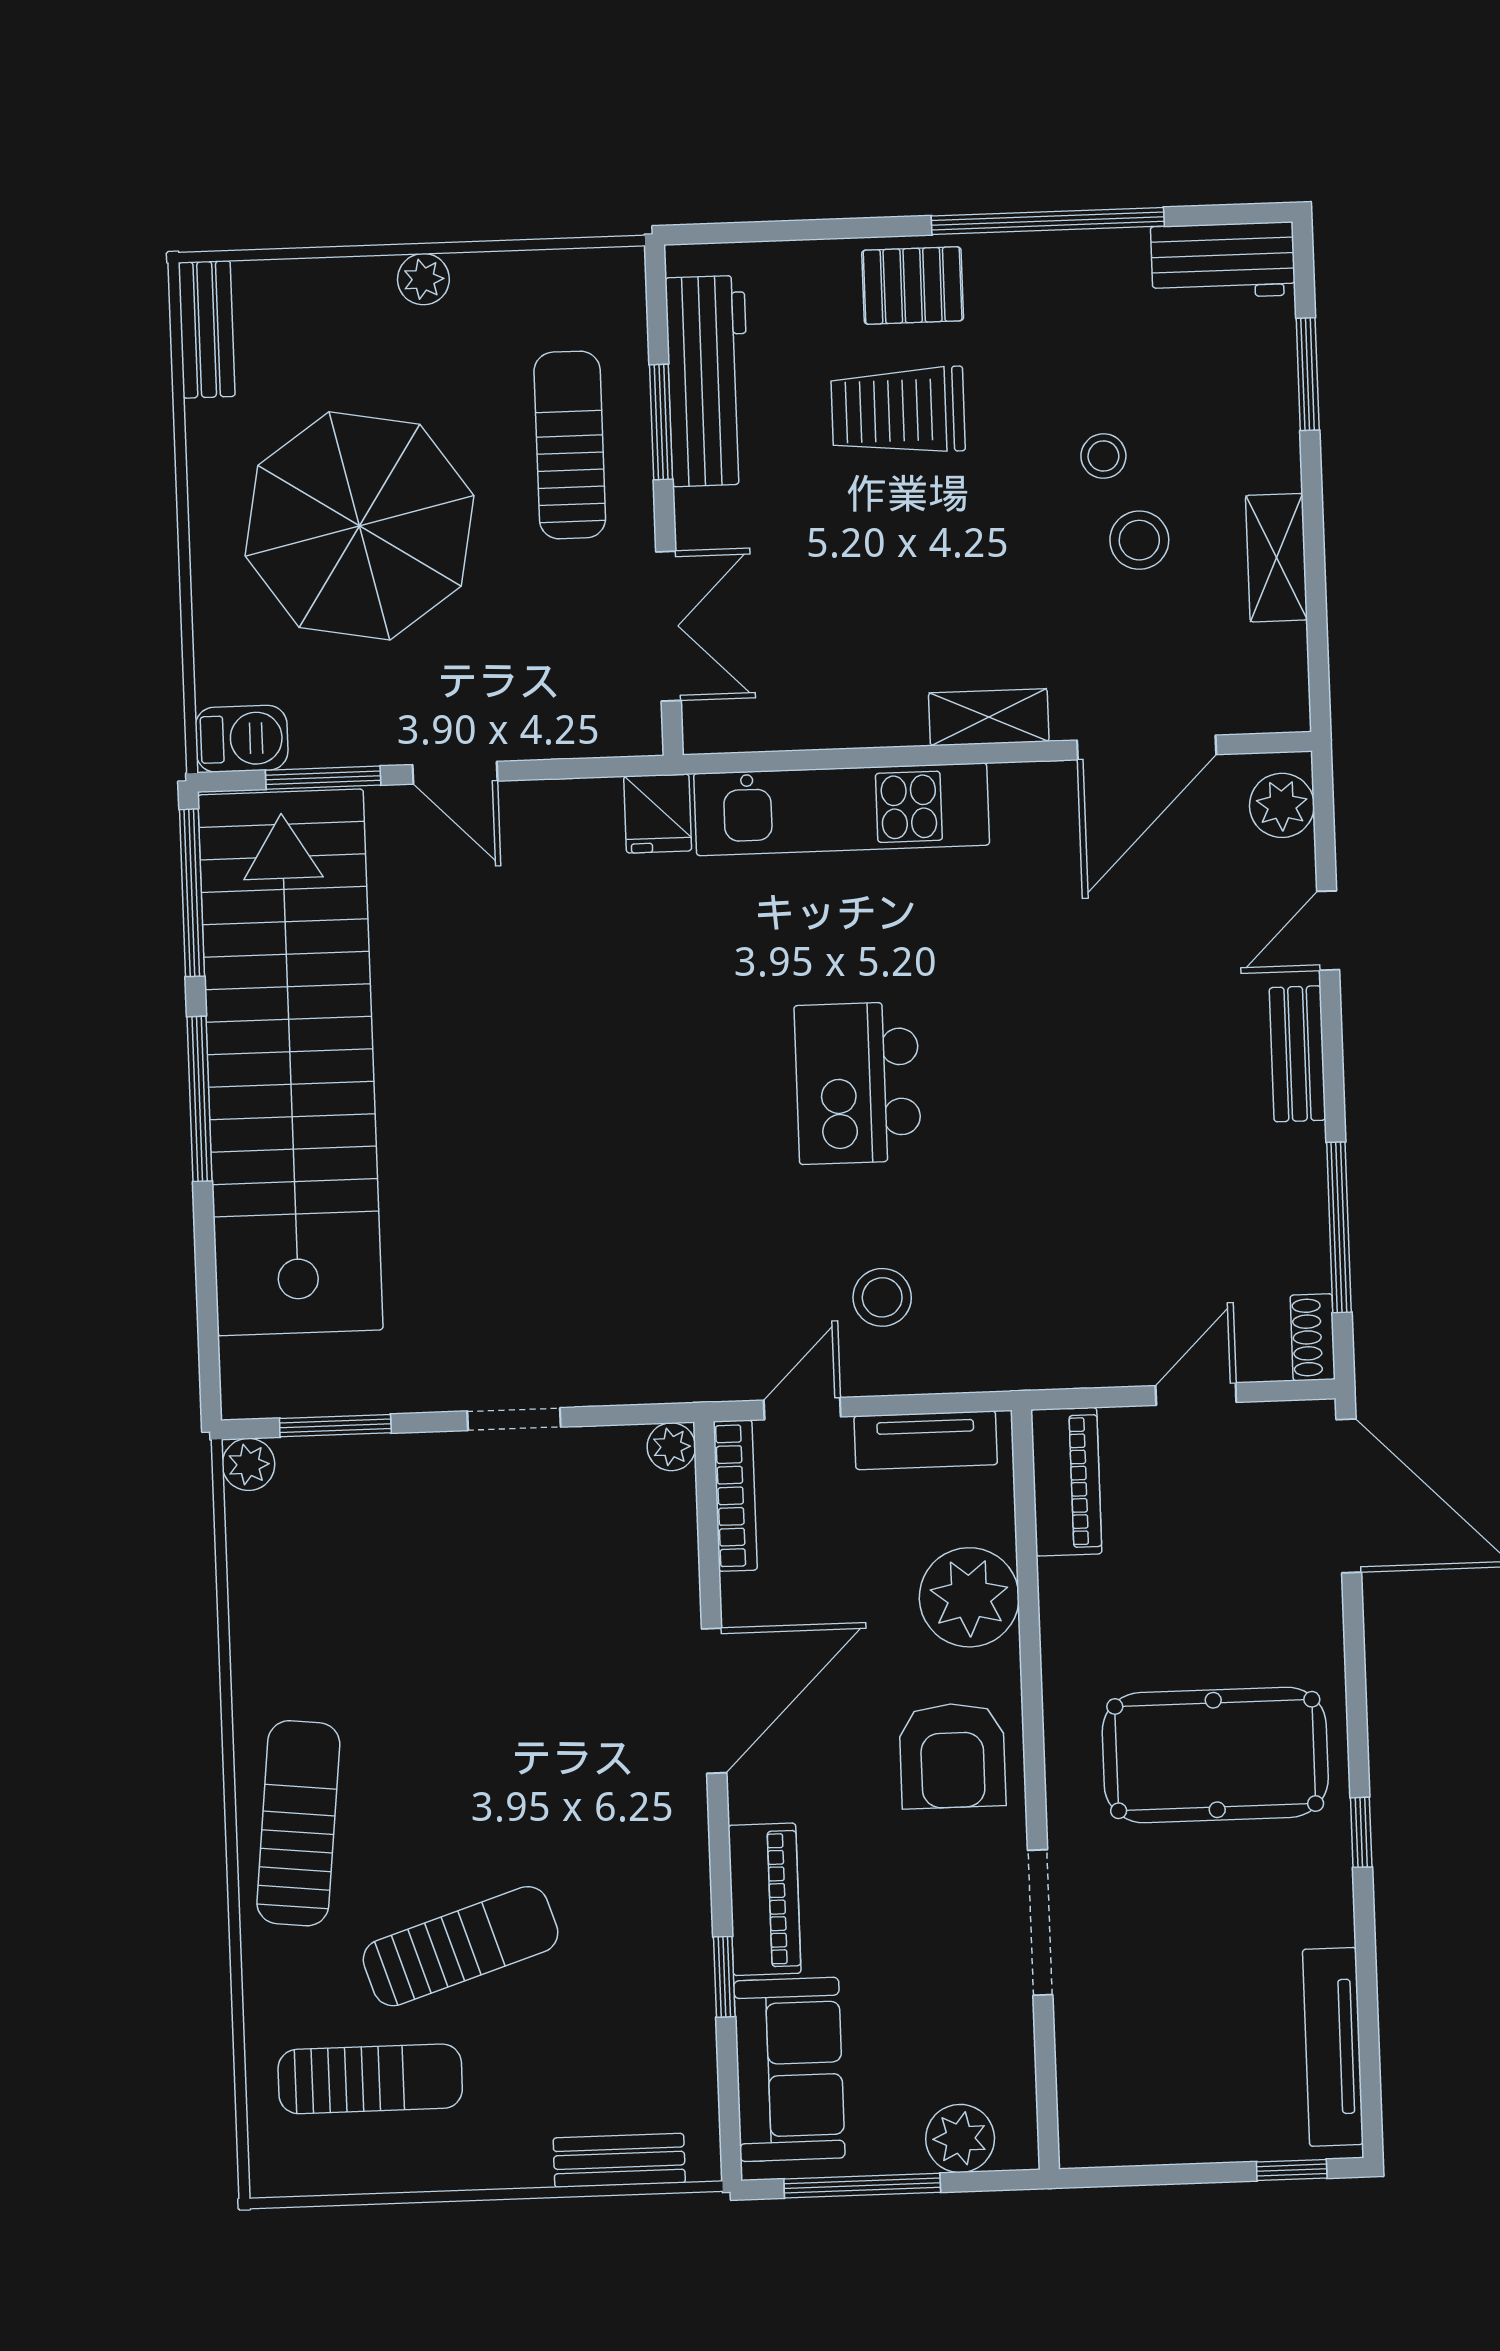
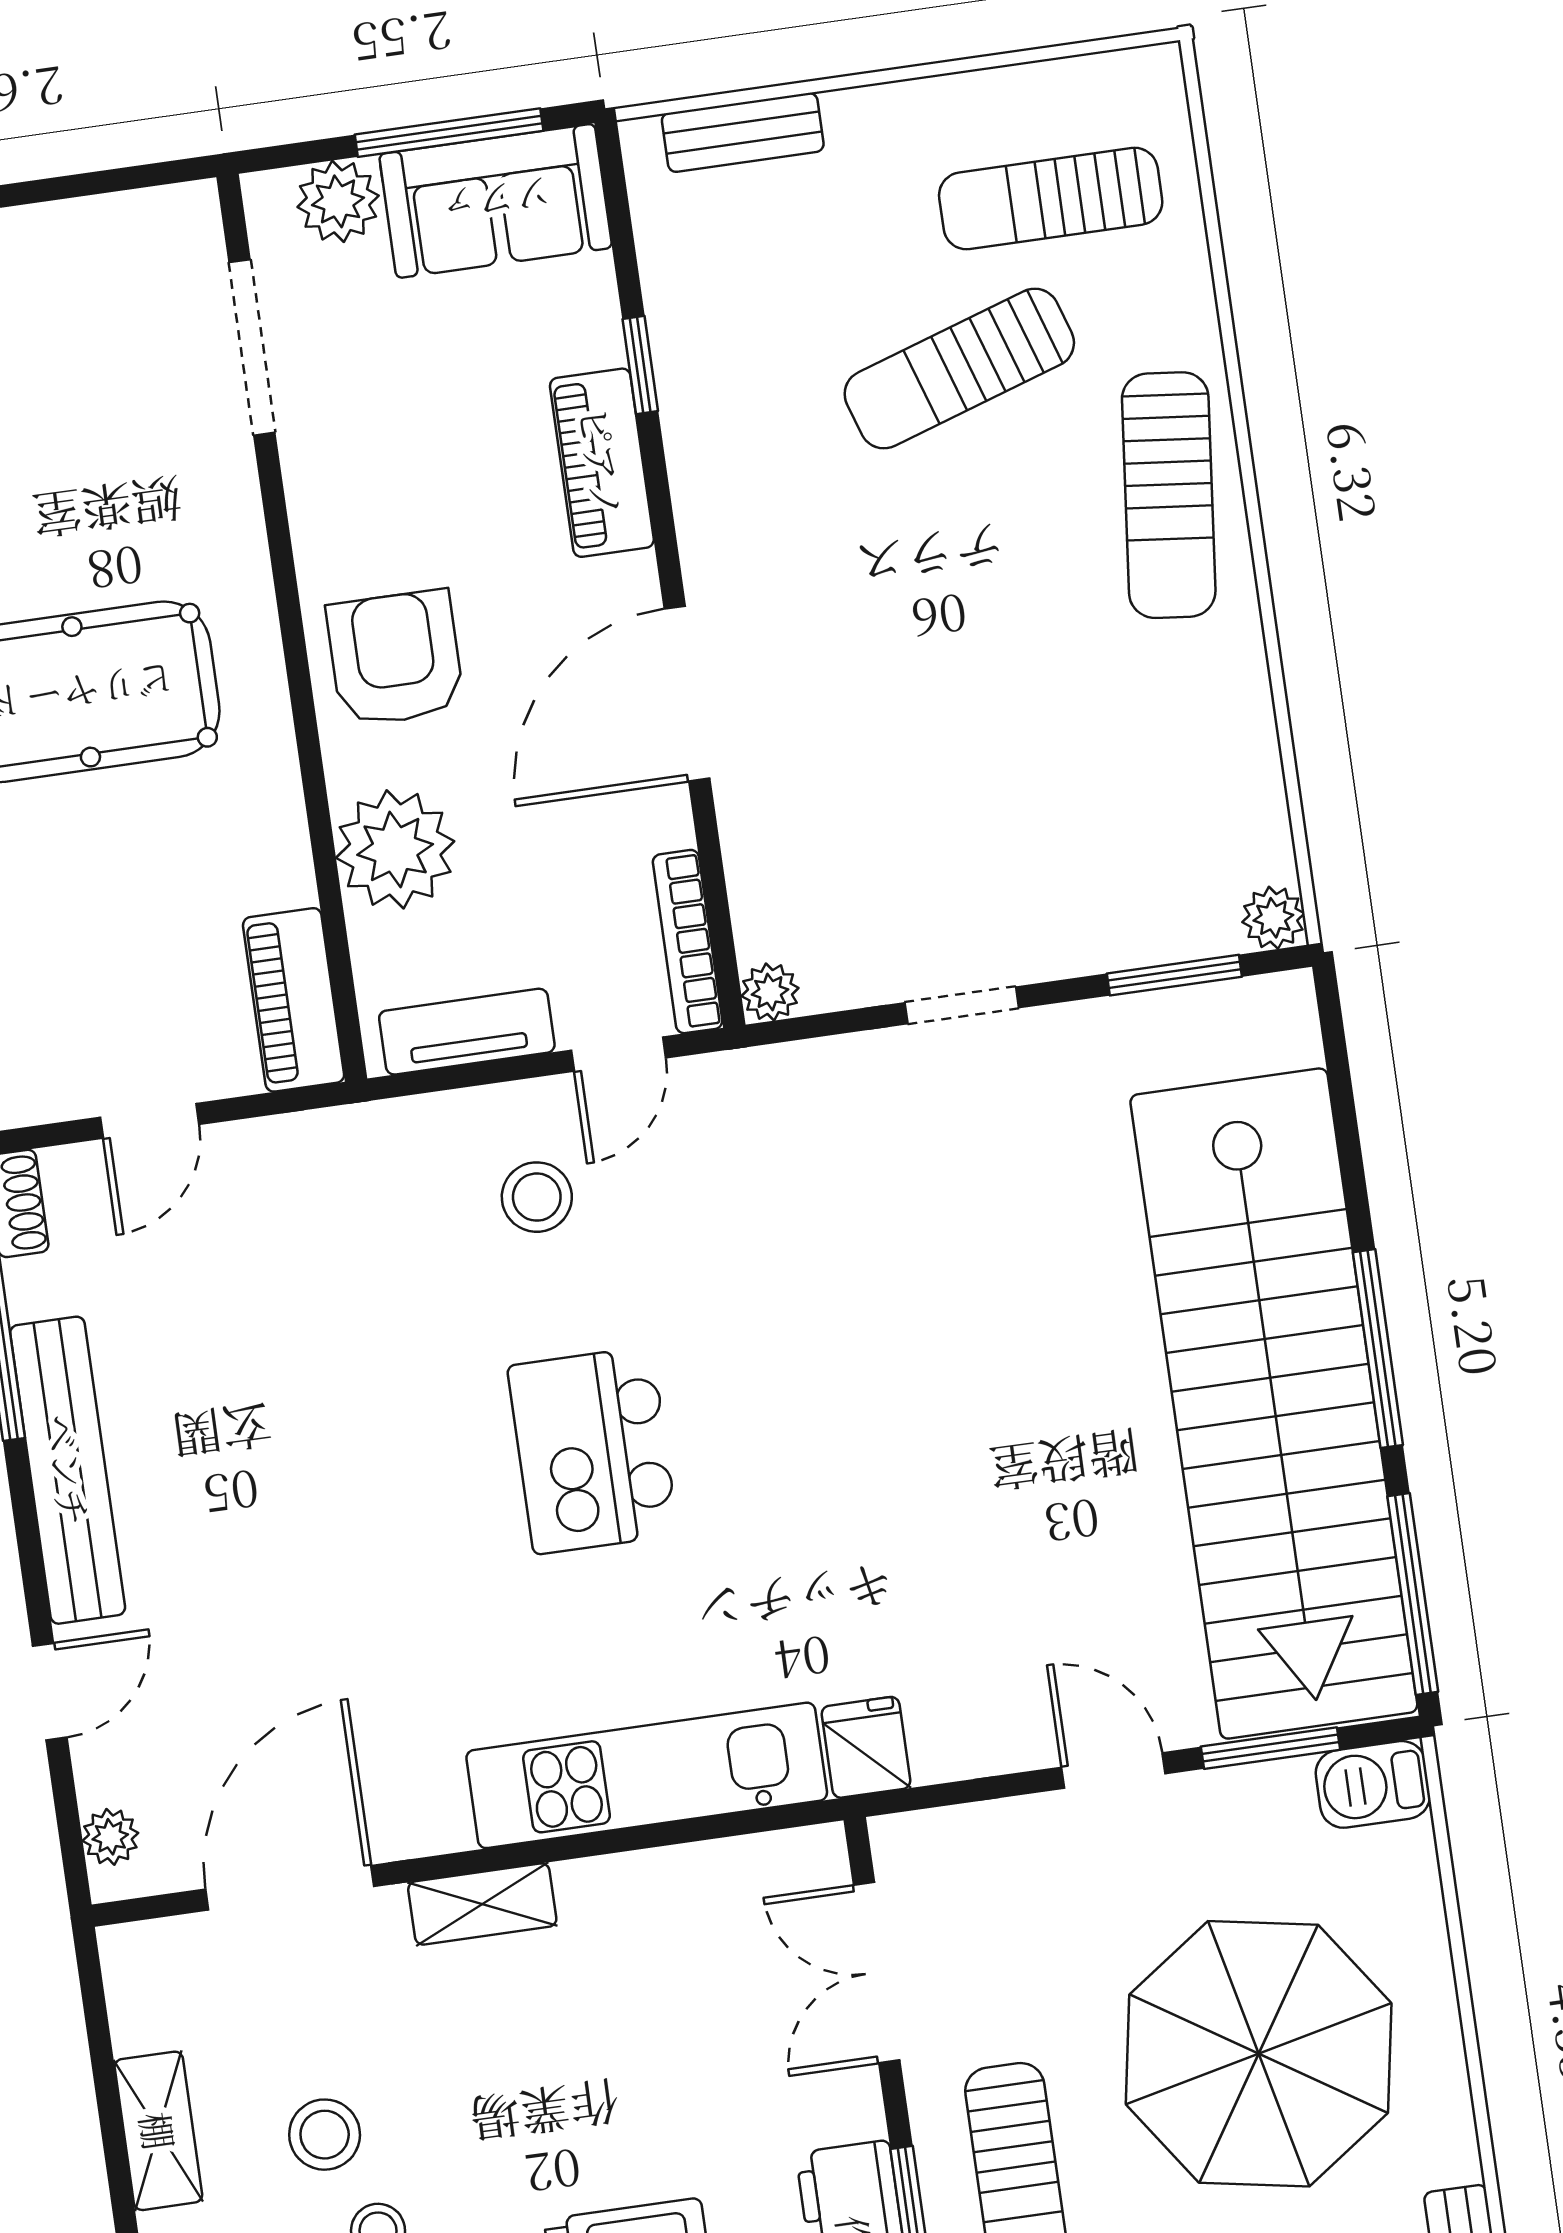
plant: (1282, 805) -> (110, 1837), width x0.73, depth x0.73
bench: (1298, 1054) -> (68, 1470), width x1.86, depth x1.21
kitchen island: (858, 1083) -> (593, 1450), turned 180
doorway: (1040, 1923) -> (252, 347), moved
sofa: (789, 2069) -> (496, 201), moved, turned -90

